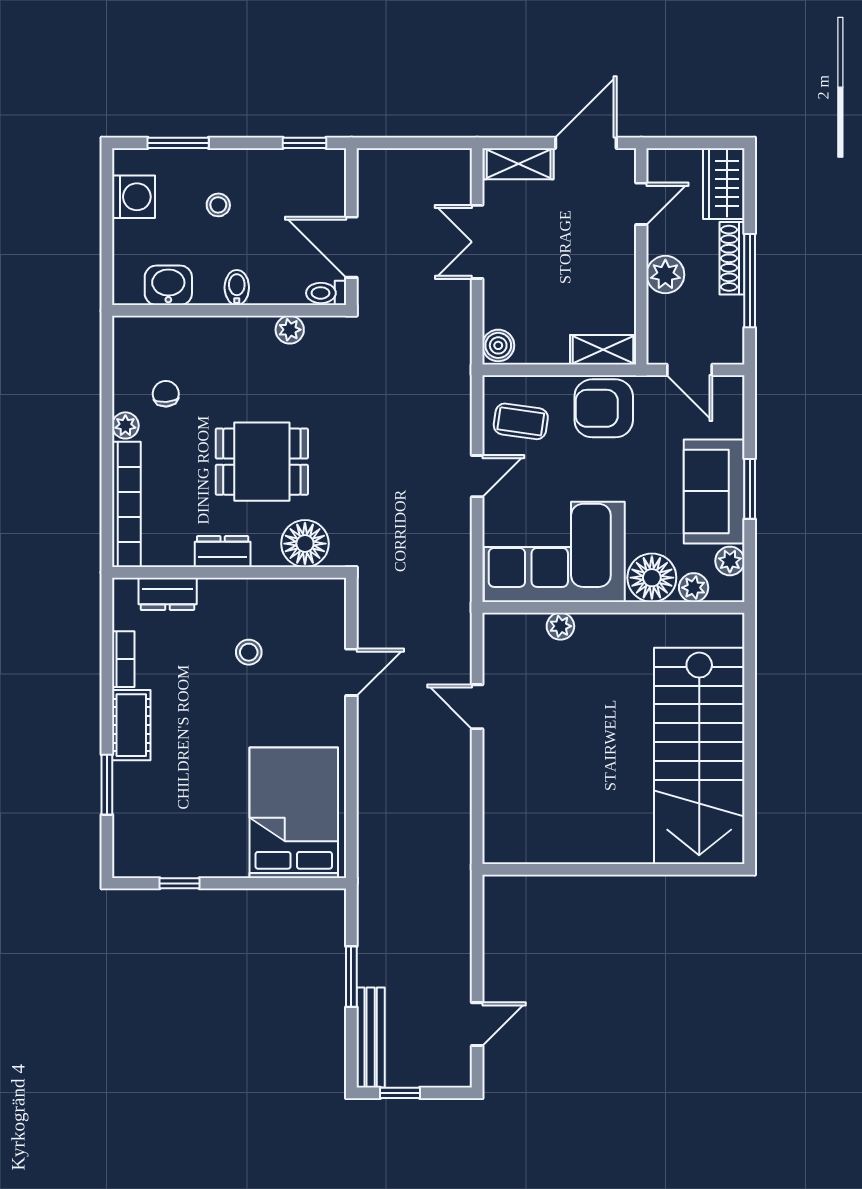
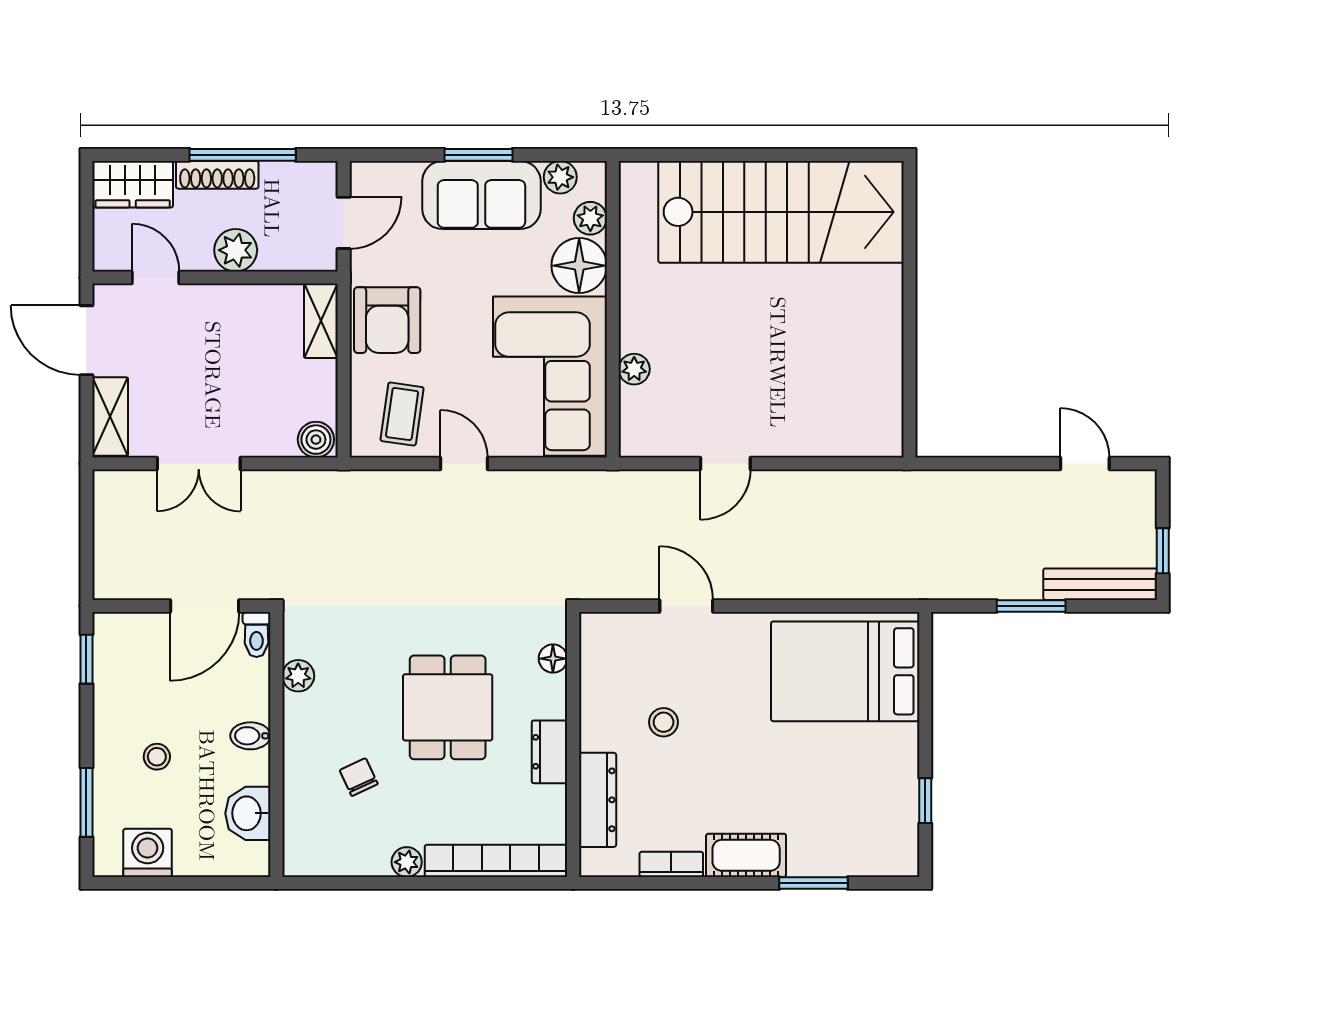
chair: (166, 394) -> (359, 777), moved, turned 69
floor lamp: (305, 544) -> (553, 659), width x0.53, depth x0.53
dresser: (168, 594) -> (598, 800), width x1.44

